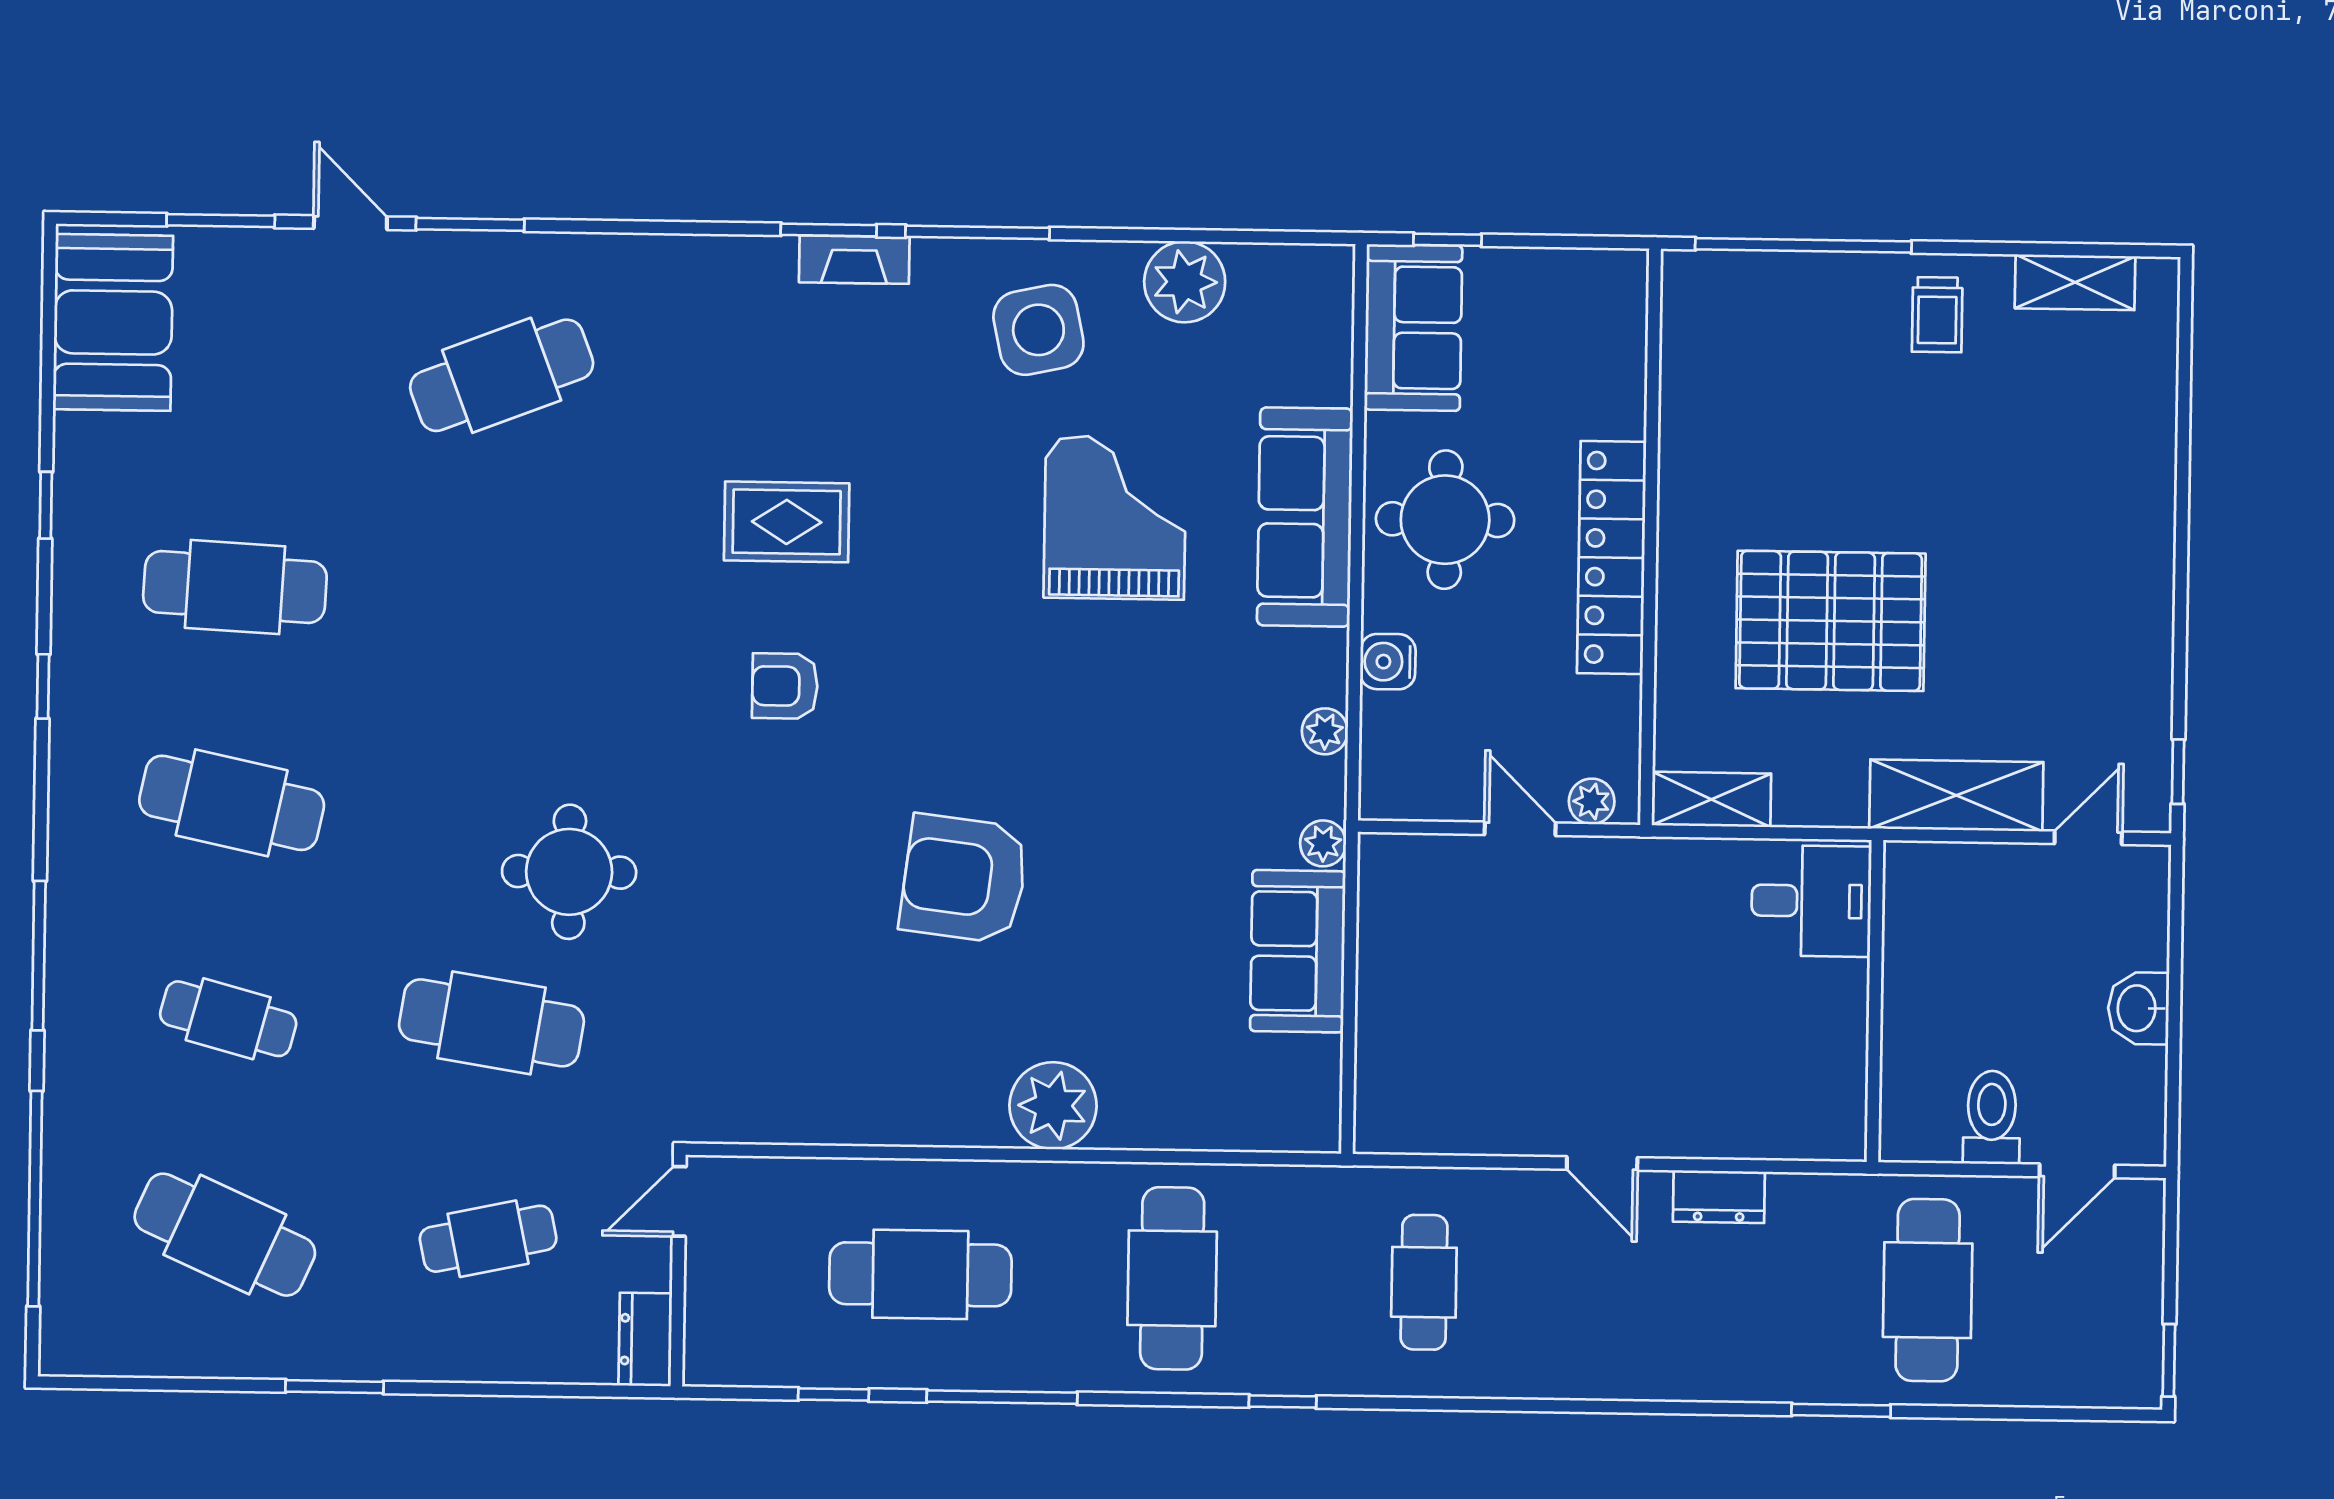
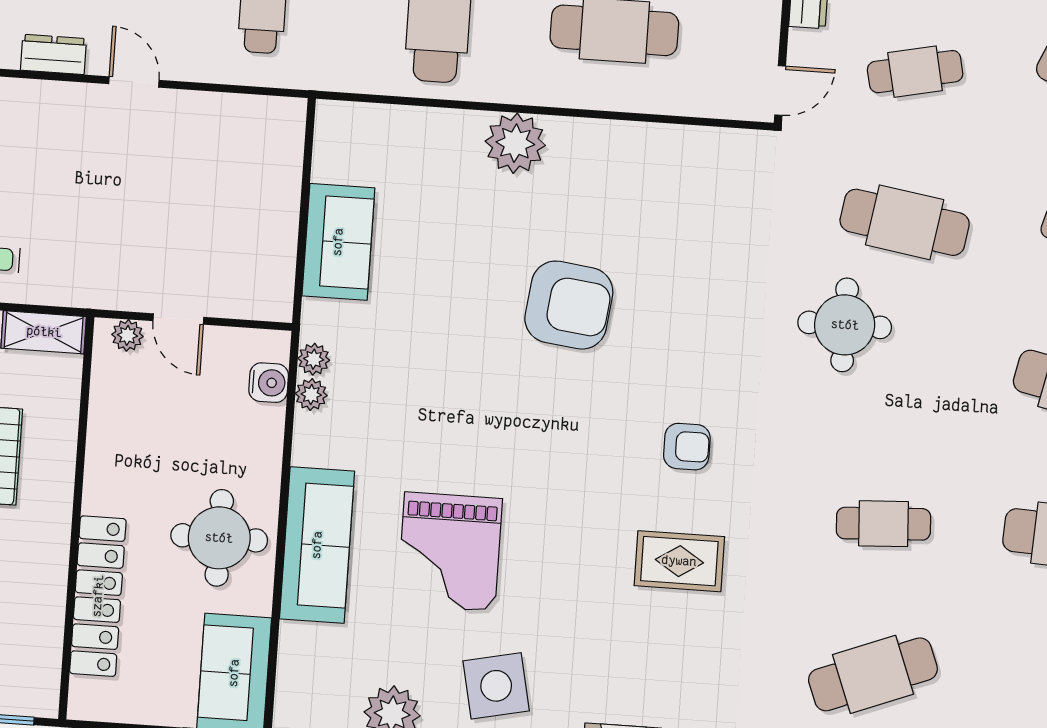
locker: (1612, 558) -> (98, 596), moved
cafe table: (498, 591) -> (884, 524), added
water cooler: (1388, 662) -> (269, 383), moved
plant: (1323, 843) -> (314, 359), moved

